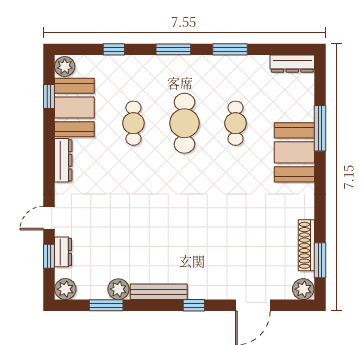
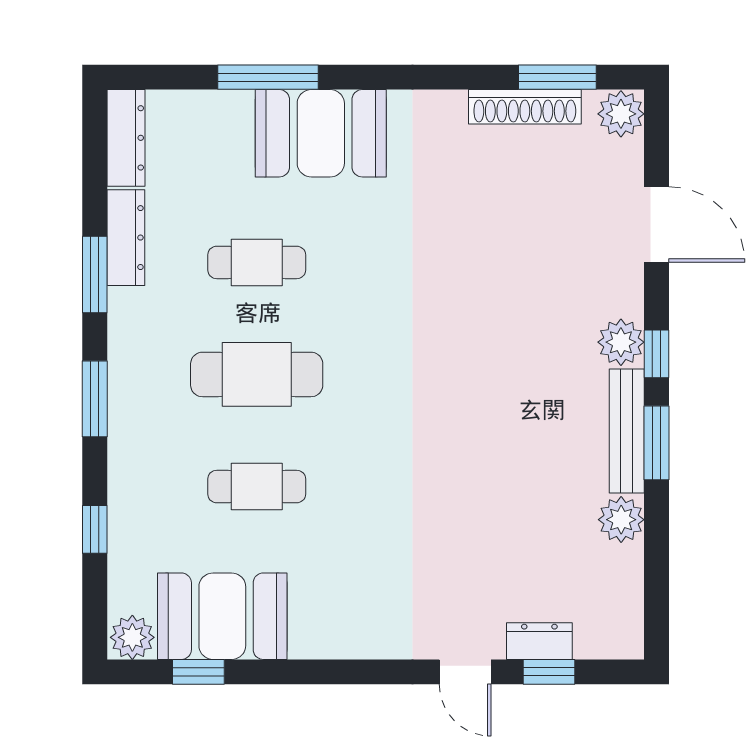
dresser: (63, 160) -> (126, 238), moved, turned 90
plant: (65, 289) -> (621, 342), moved
window: (106, 305) -> (657, 443), moved

